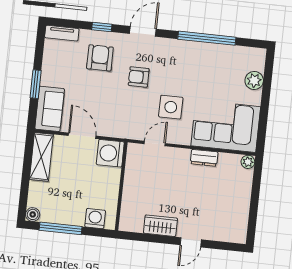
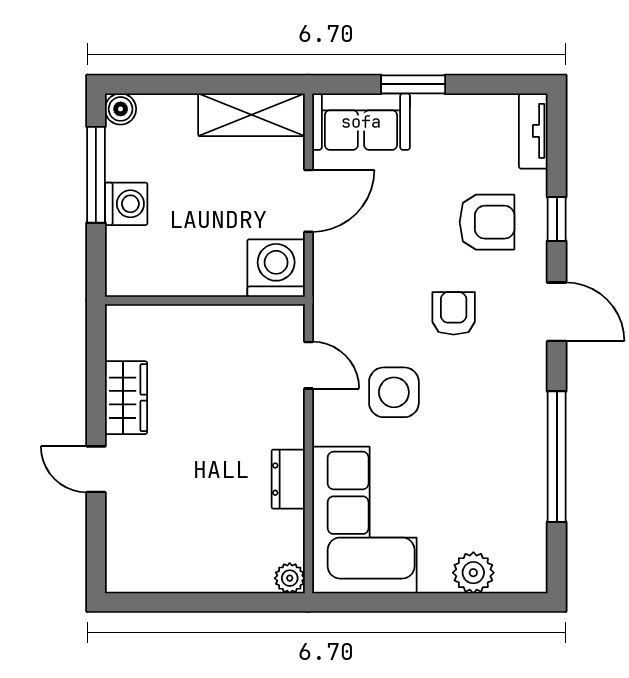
washing machine: (95, 219) -> (126, 204), moved

